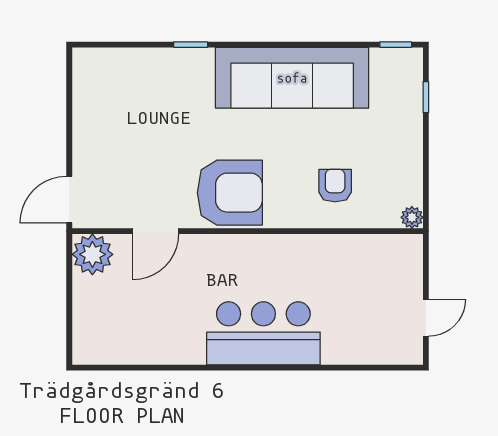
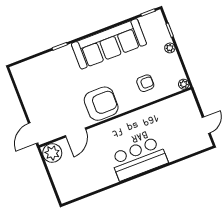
plant: (412, 133) -> (170, 48), added
armchair: (335, 186) -> (145, 83), turned 90

